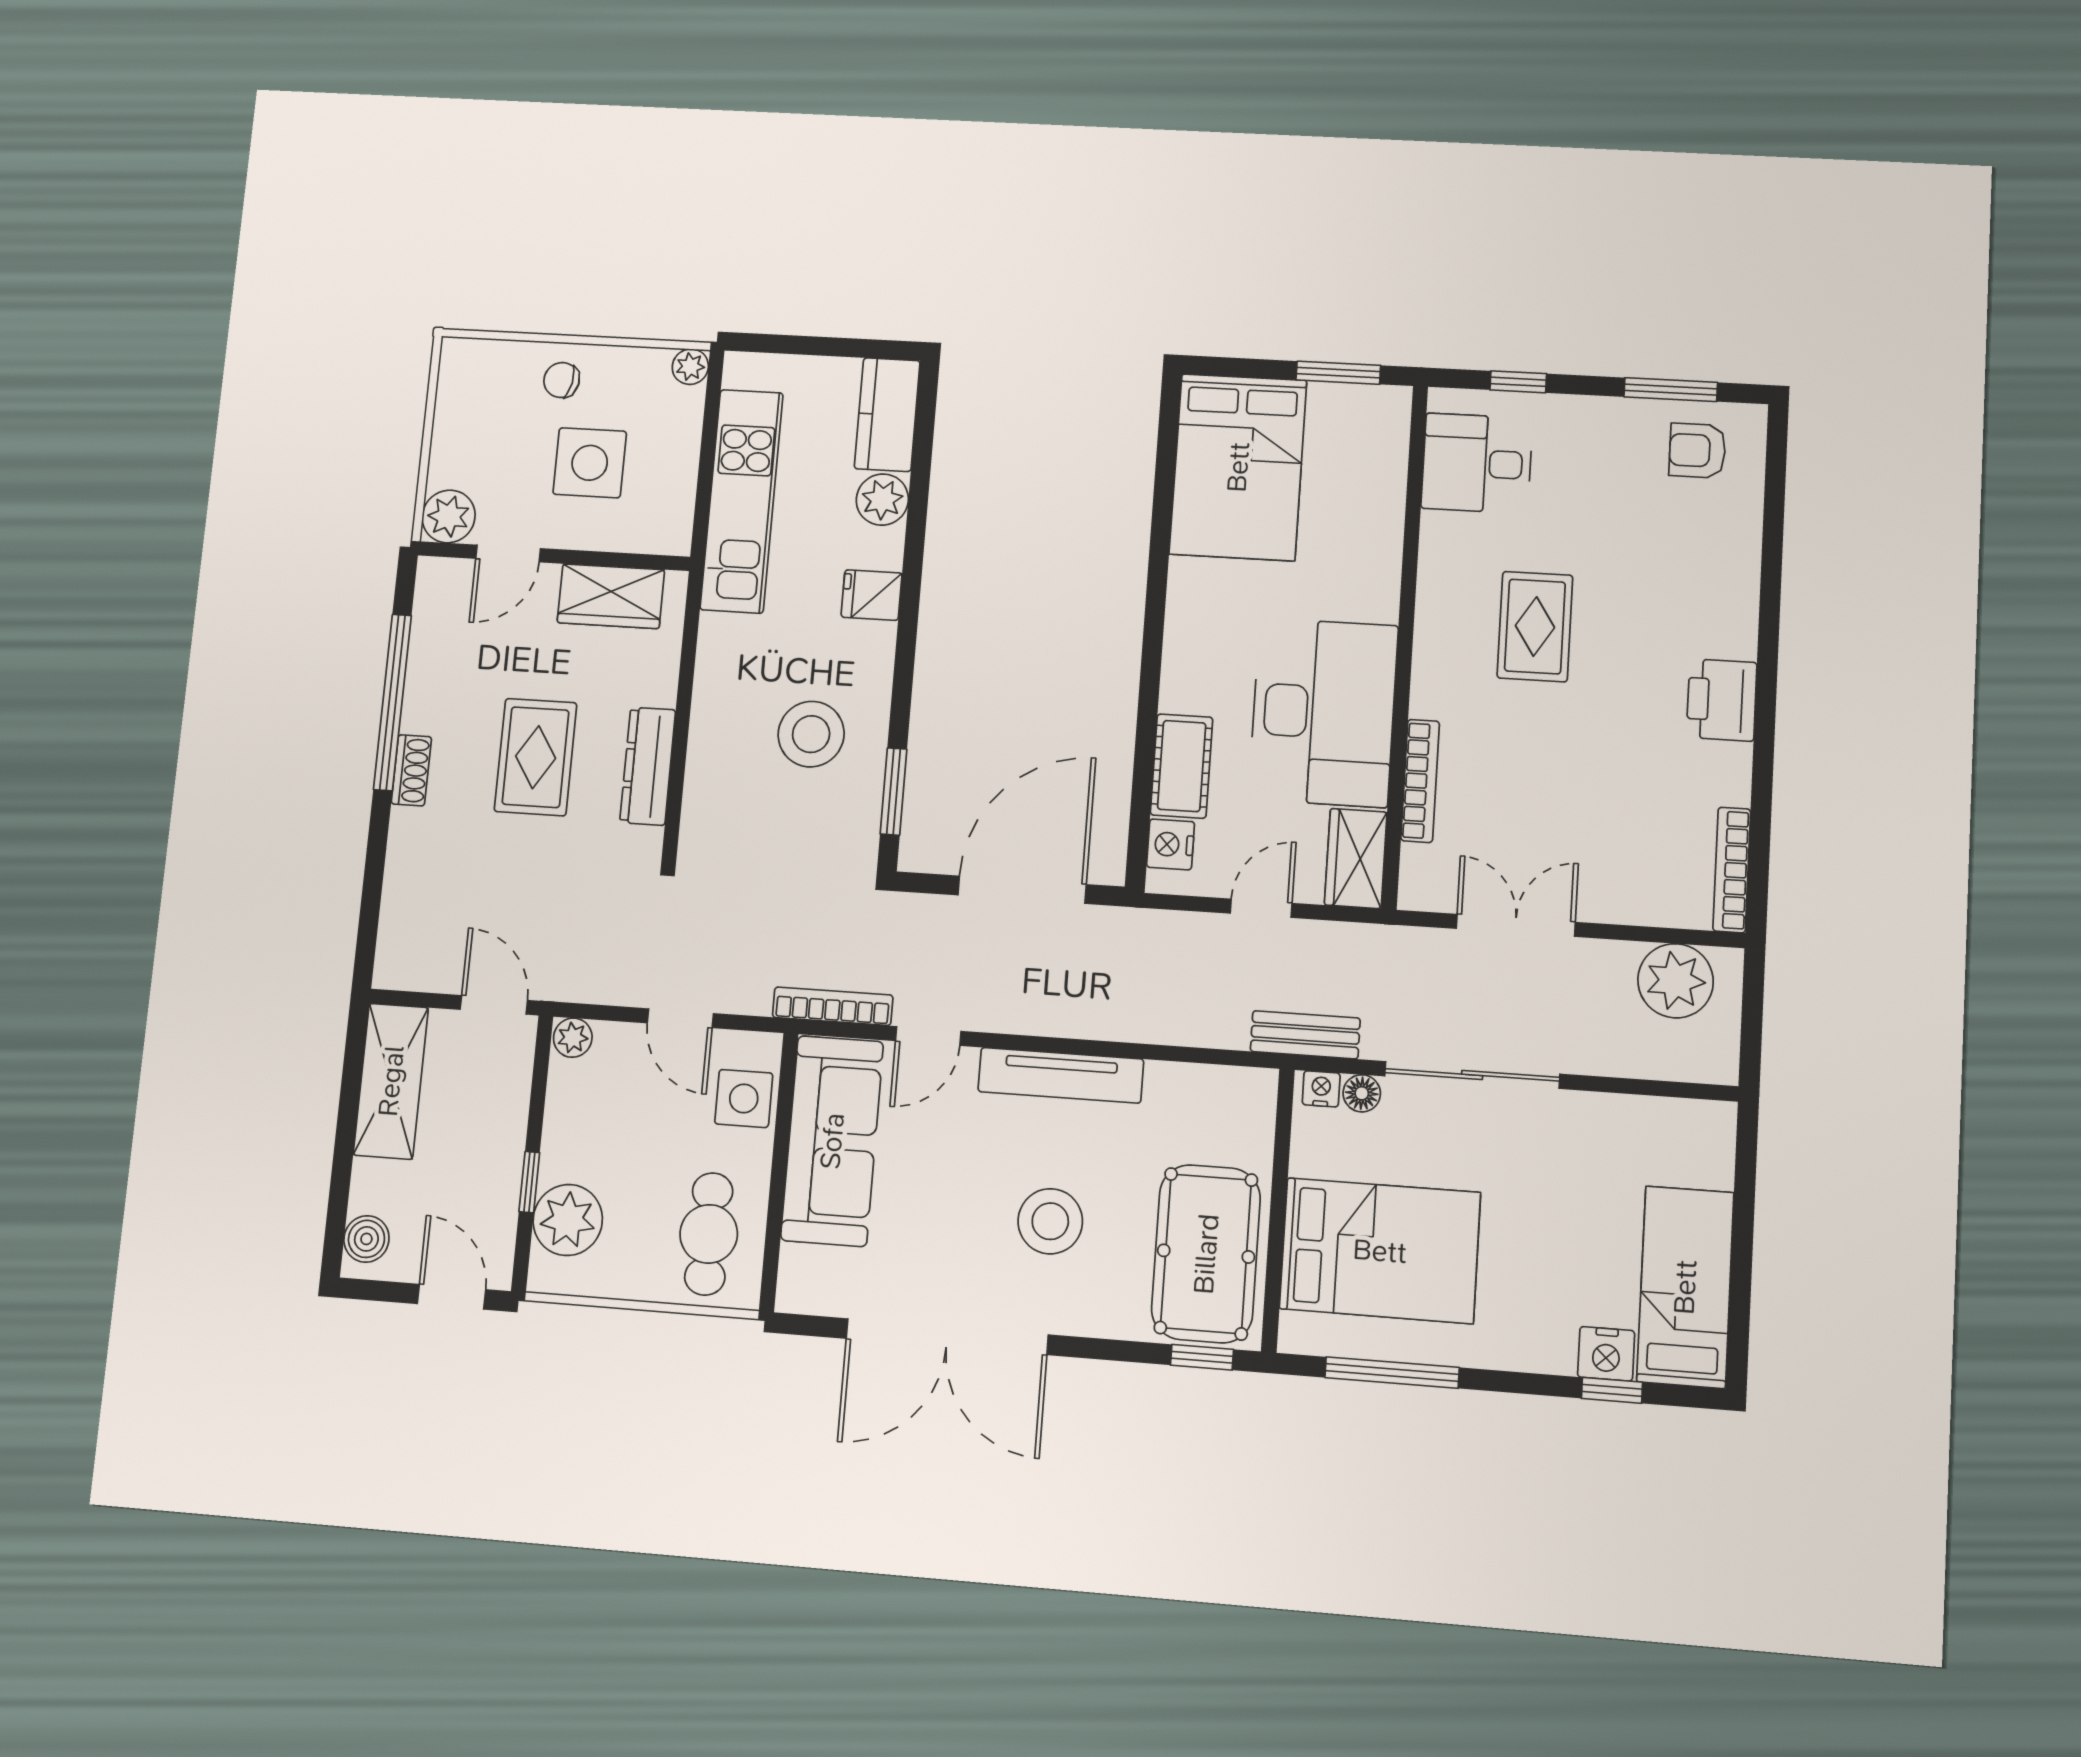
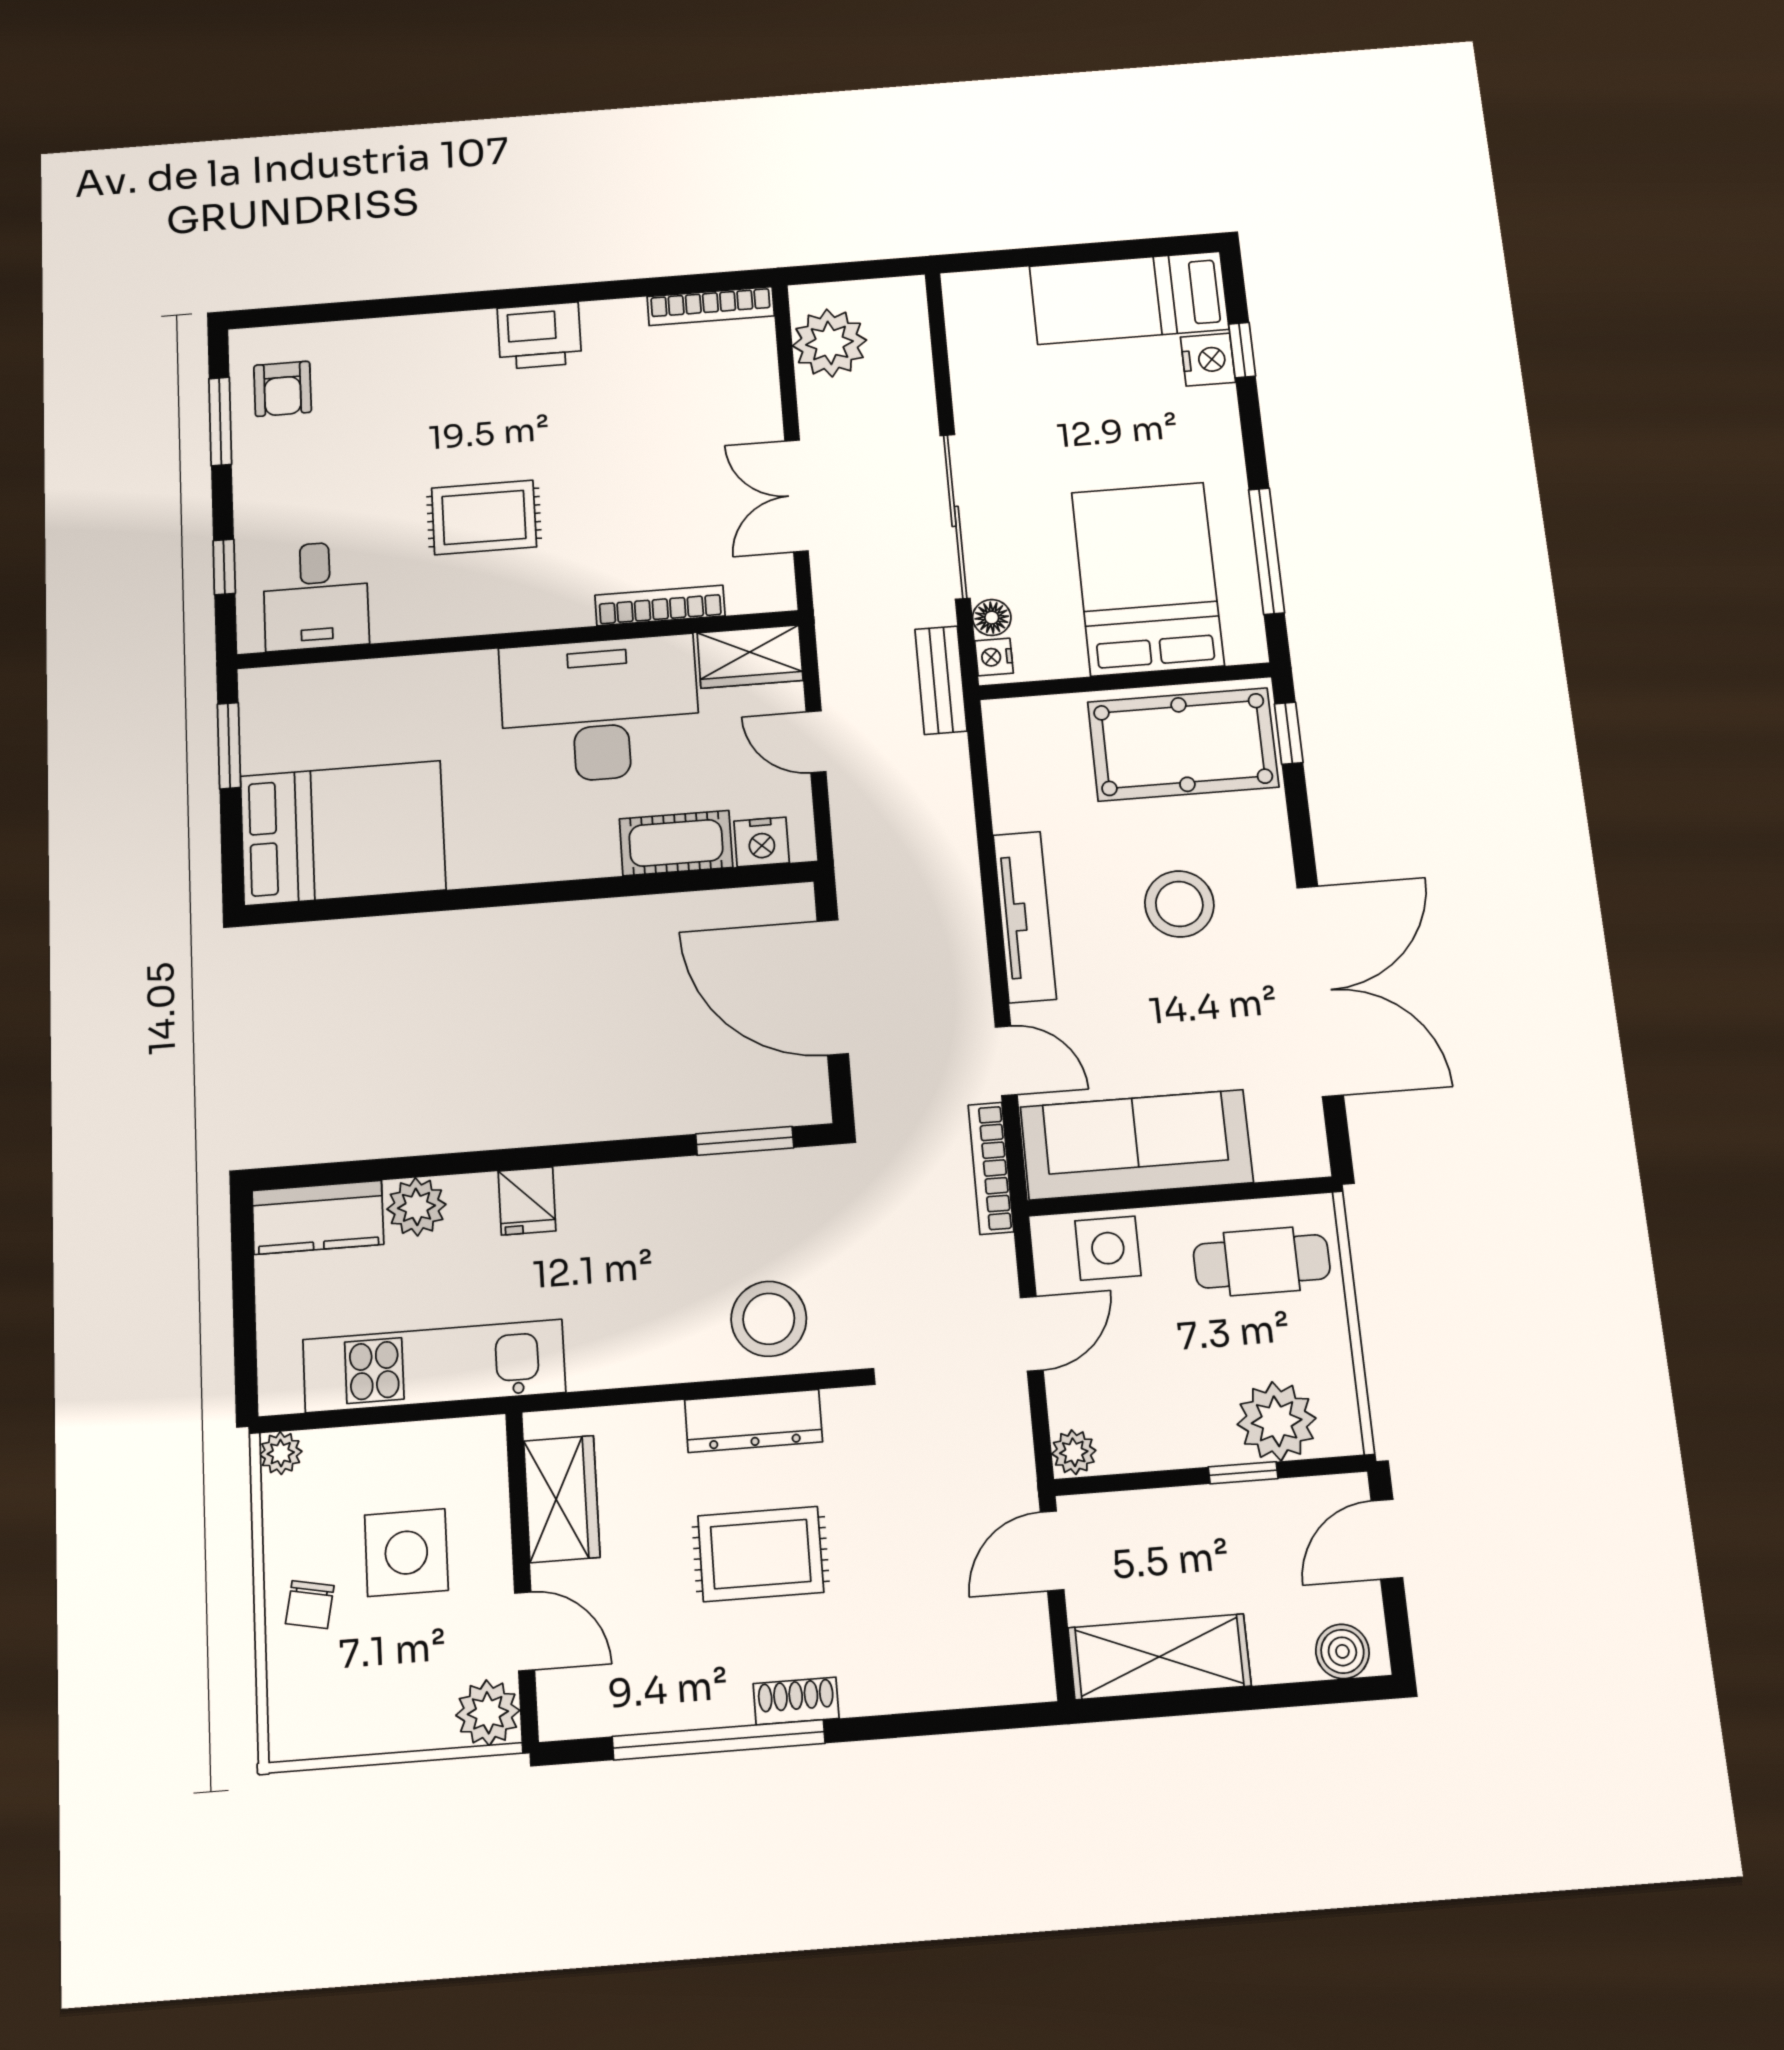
stool: (811, 734) -> (769, 1319), moved

